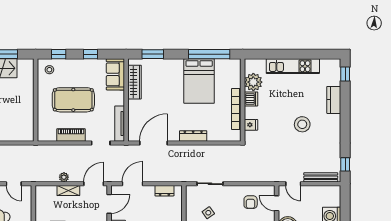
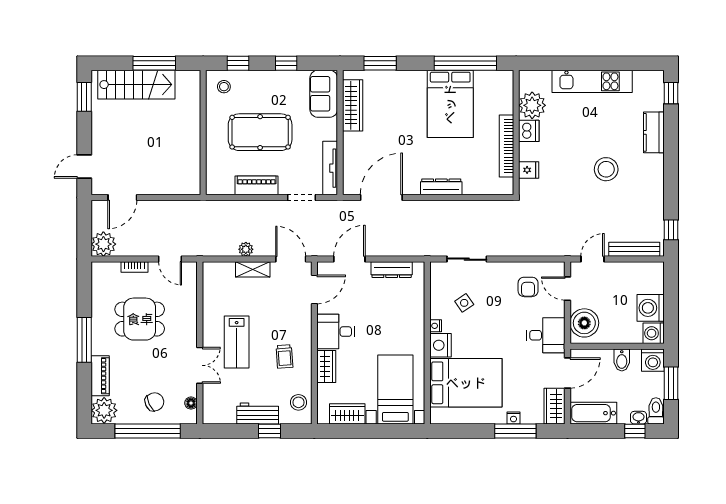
door: (94, 184) -> (291, 259), hinge flipped
door: (293, 184) -> (592, 259), swing flipped
dresser: (164, 191) -> (392, 270), width x1.44

